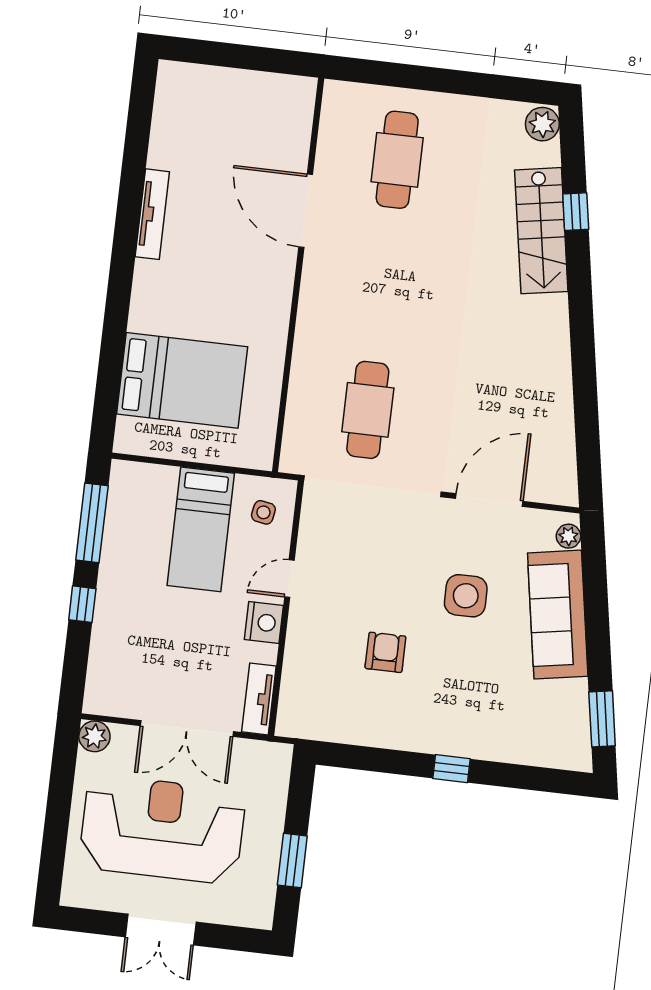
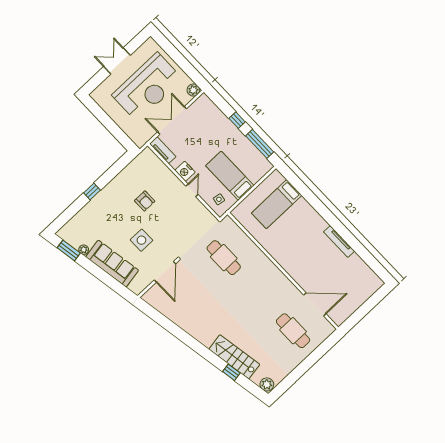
door: (306, 211) -> (315, 304), moved
bed: (182, 380) -> (277, 204), width x0.67
plant: (568, 536) -> (84, 250), moved
window: (292, 860) -> (105, 119), removed

